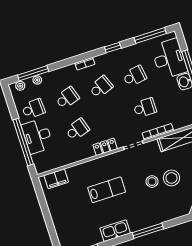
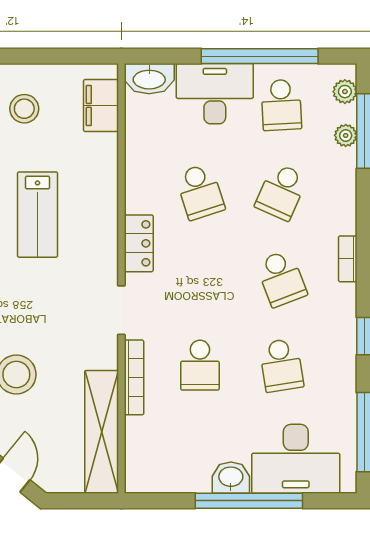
school desk: (67, 98) -> (281, 192), turned 42
window: (23, 142) -> (260, 56), moved
washbasin: (40, 163) -> (149, 79), added
stool: (152, 181) -> (24, 109), moved

